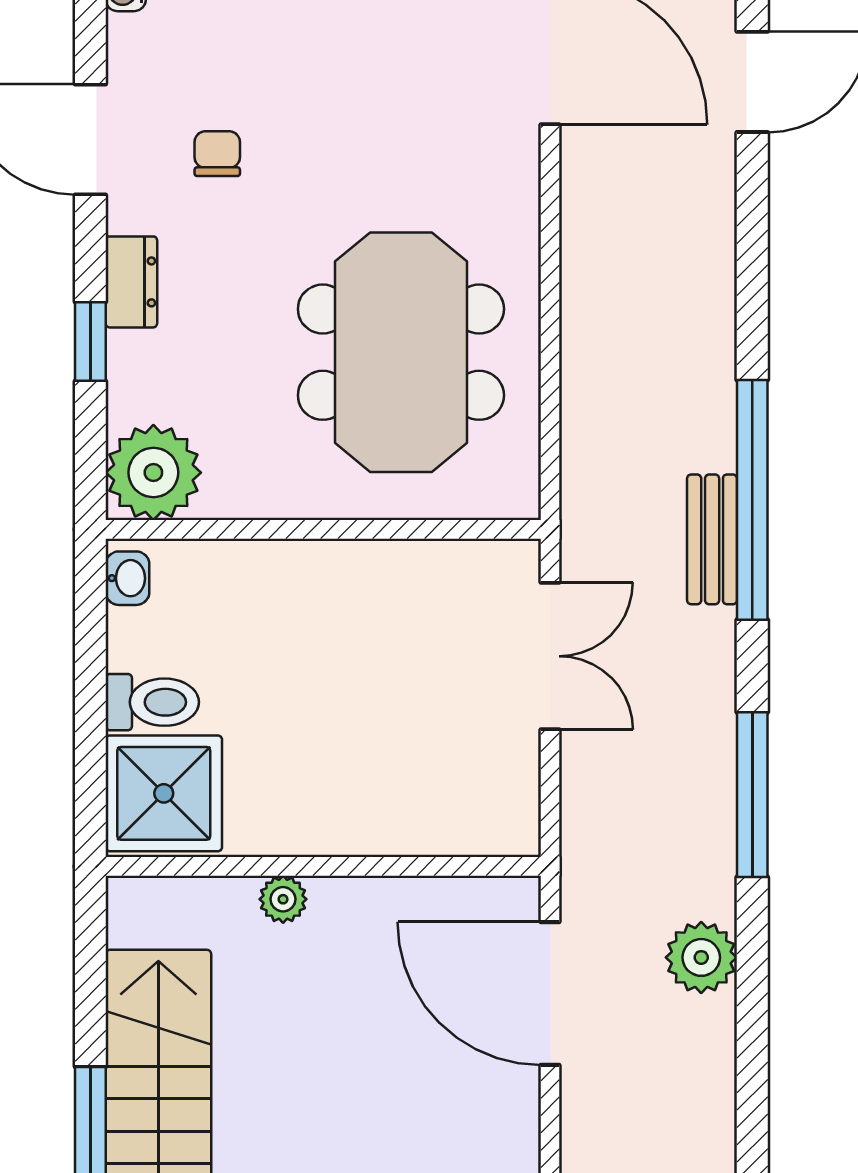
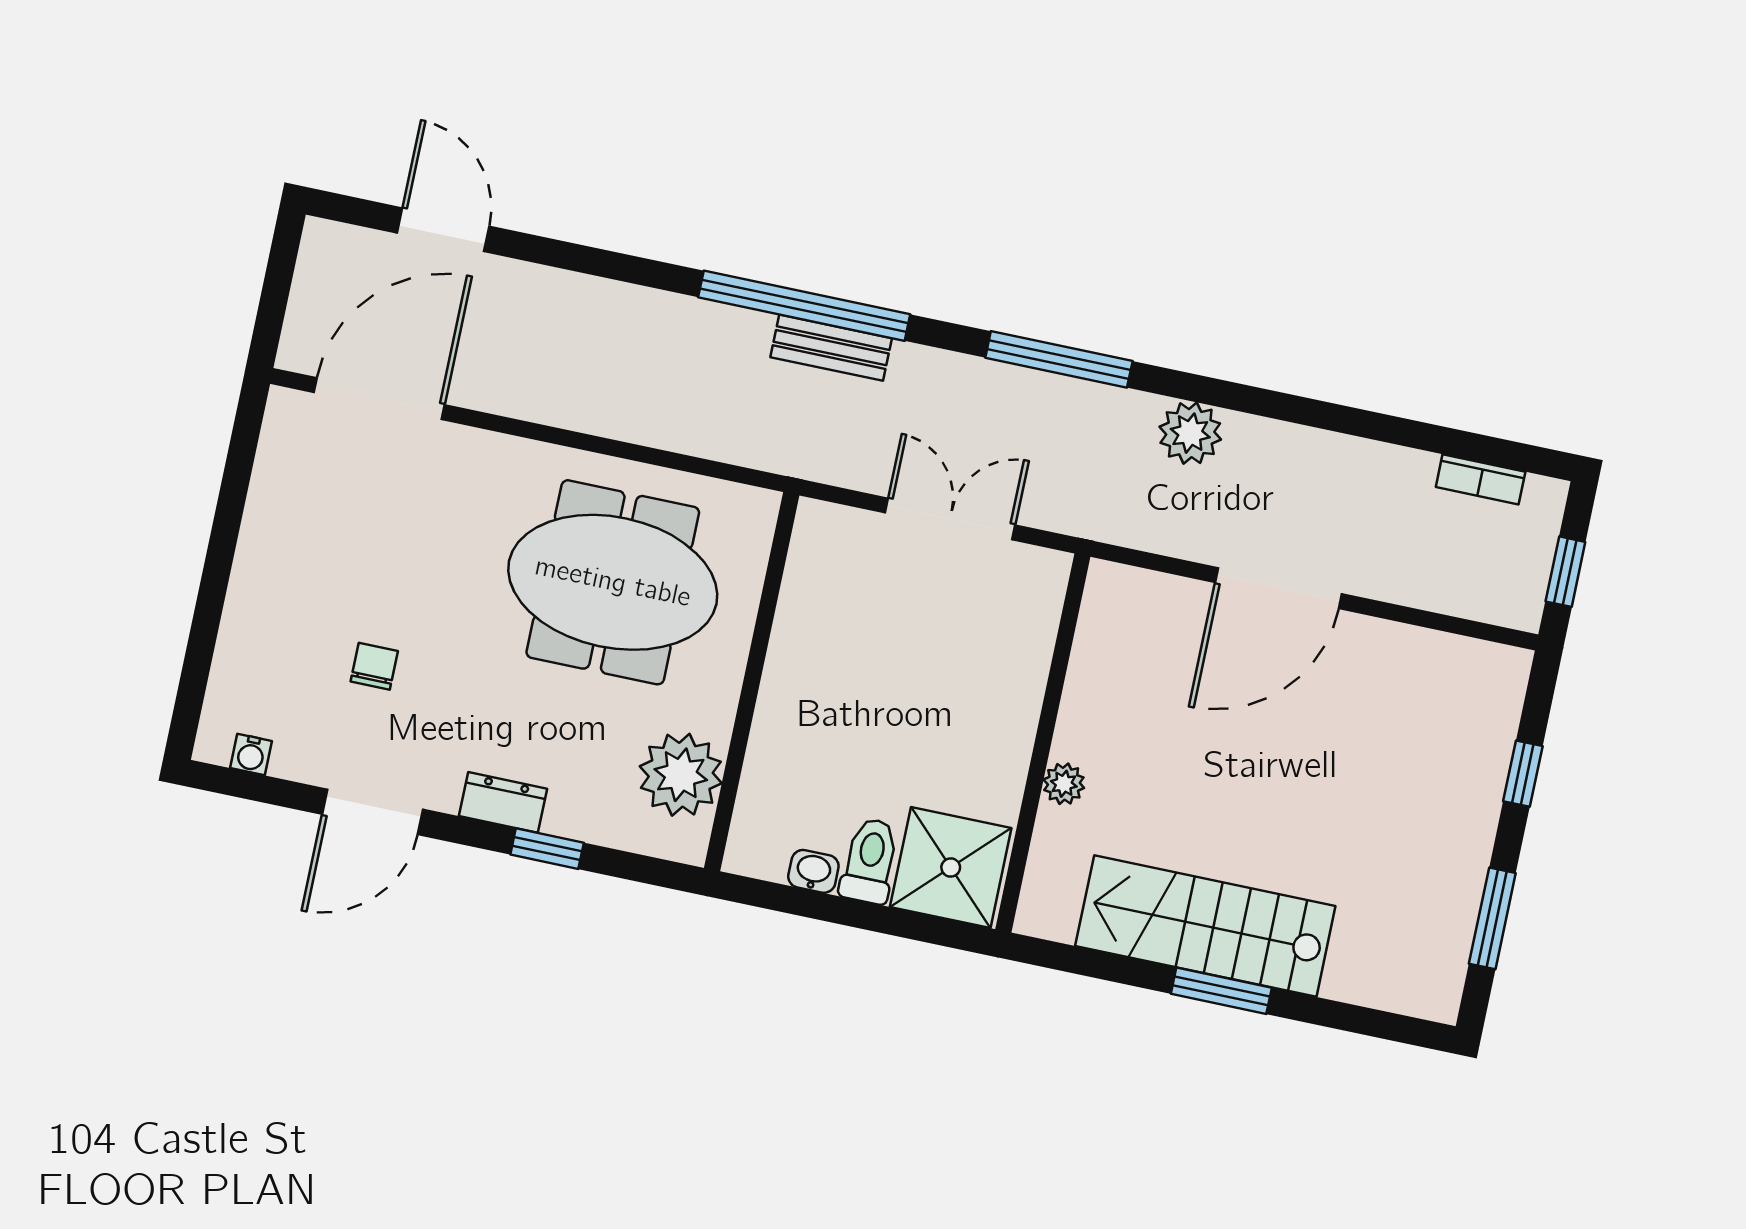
chair: (217, 154) -> (374, 666), moved, turned 90
plant: (153, 473) -> (681, 775), moved
washbasin: (127, 578) -> (813, 871), moved
double door: (550, 656) -> (950, 519), moved
door: (550, 993) -> (1278, 588), moved

